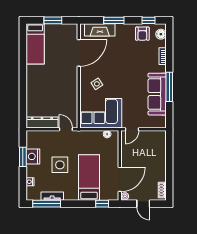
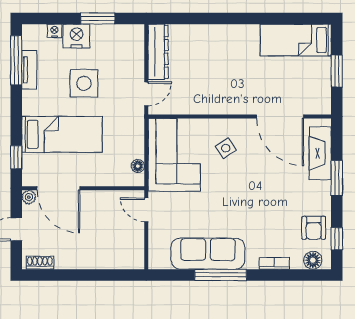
armchair: (142, 34) -> (314, 228), turned -90
nightstand: (33, 156) -> (77, 36), moved

